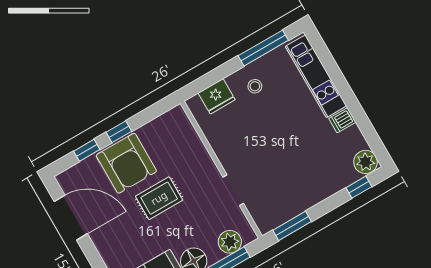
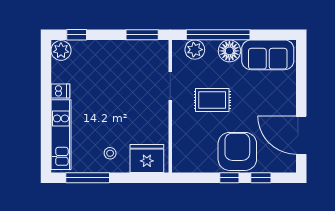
fridge: (217, 96) -> (147, 159), width x1.36, depth x1.34
rug: (159, 198) -> (212, 100), moved

